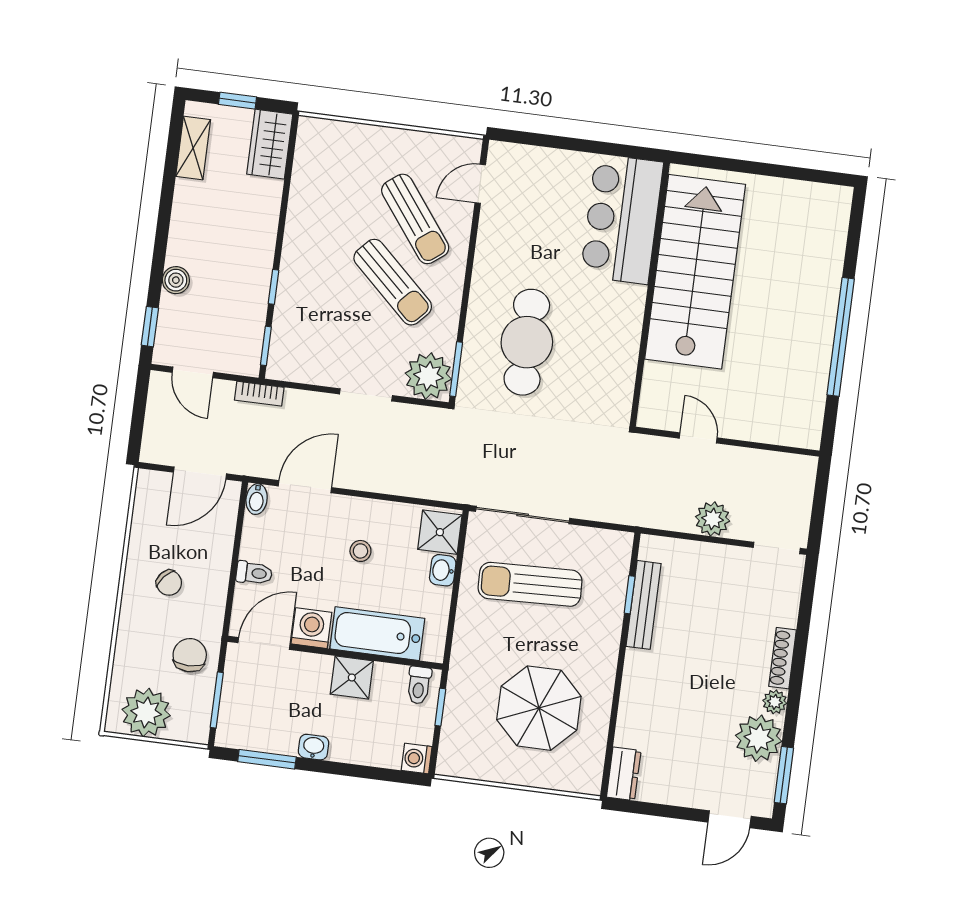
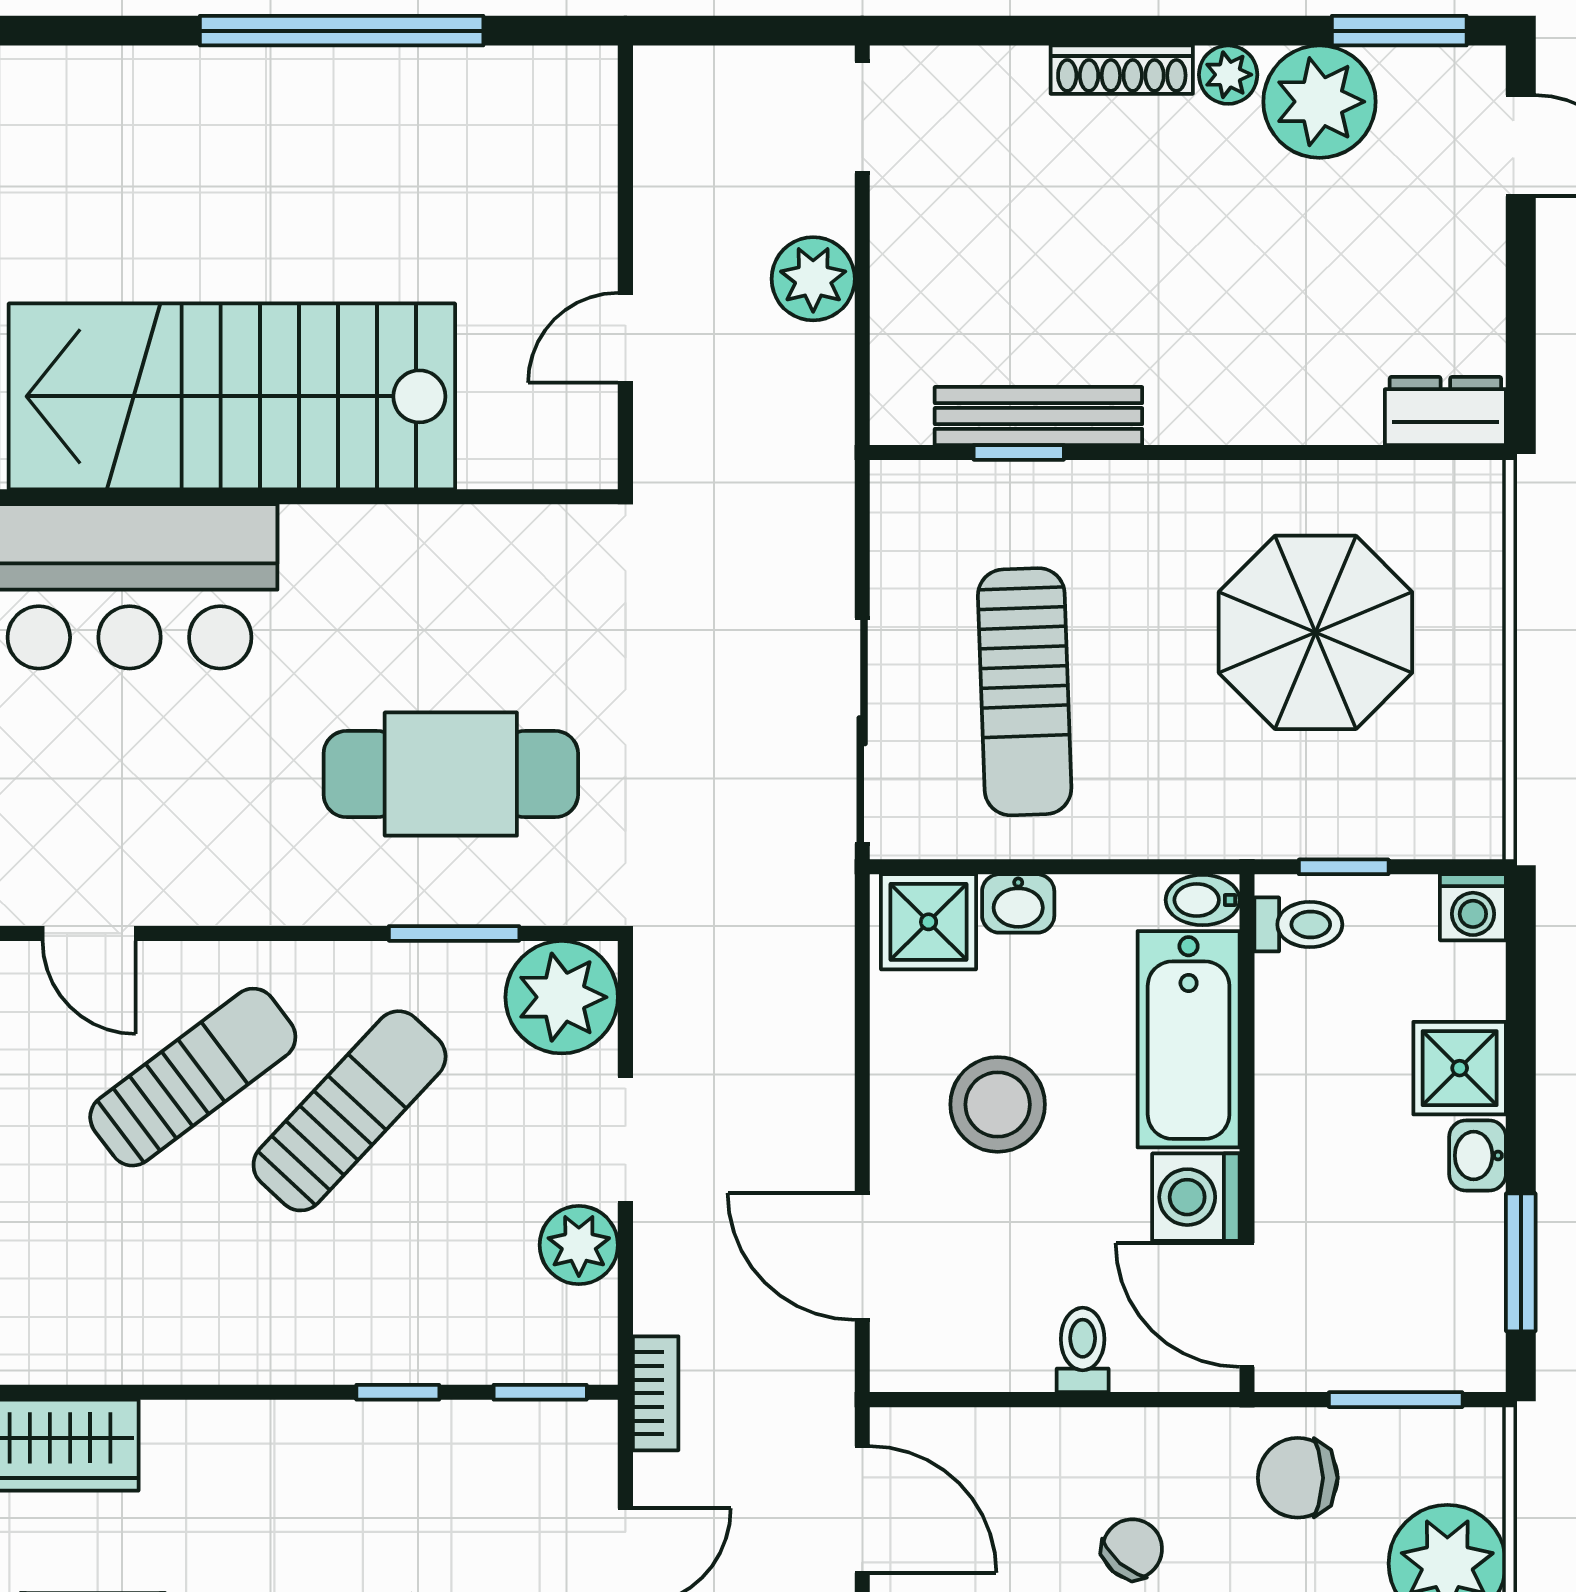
window: (456, 369) -> (454, 933), moved
plant: (325, 370) -> (579, 1245), added
bidet: (257, 499) -> (1203, 900), moved, turned 180
stool: (360, 551) -> (998, 1104), width x1.89, depth x1.89
shower: (352, 678) -> (1460, 1068), moved

